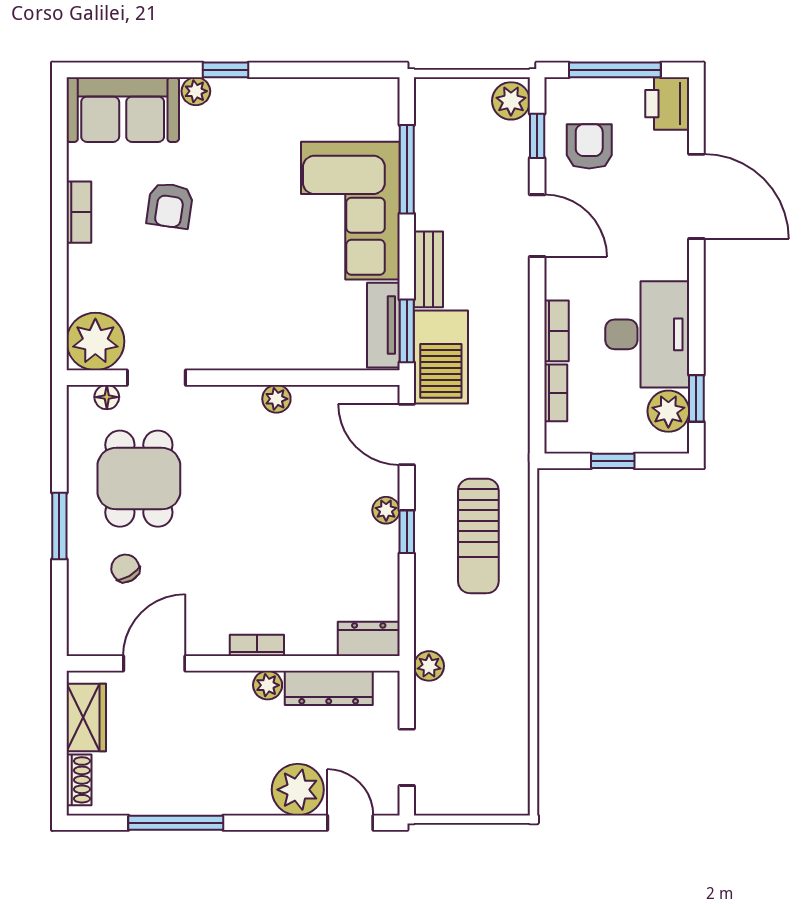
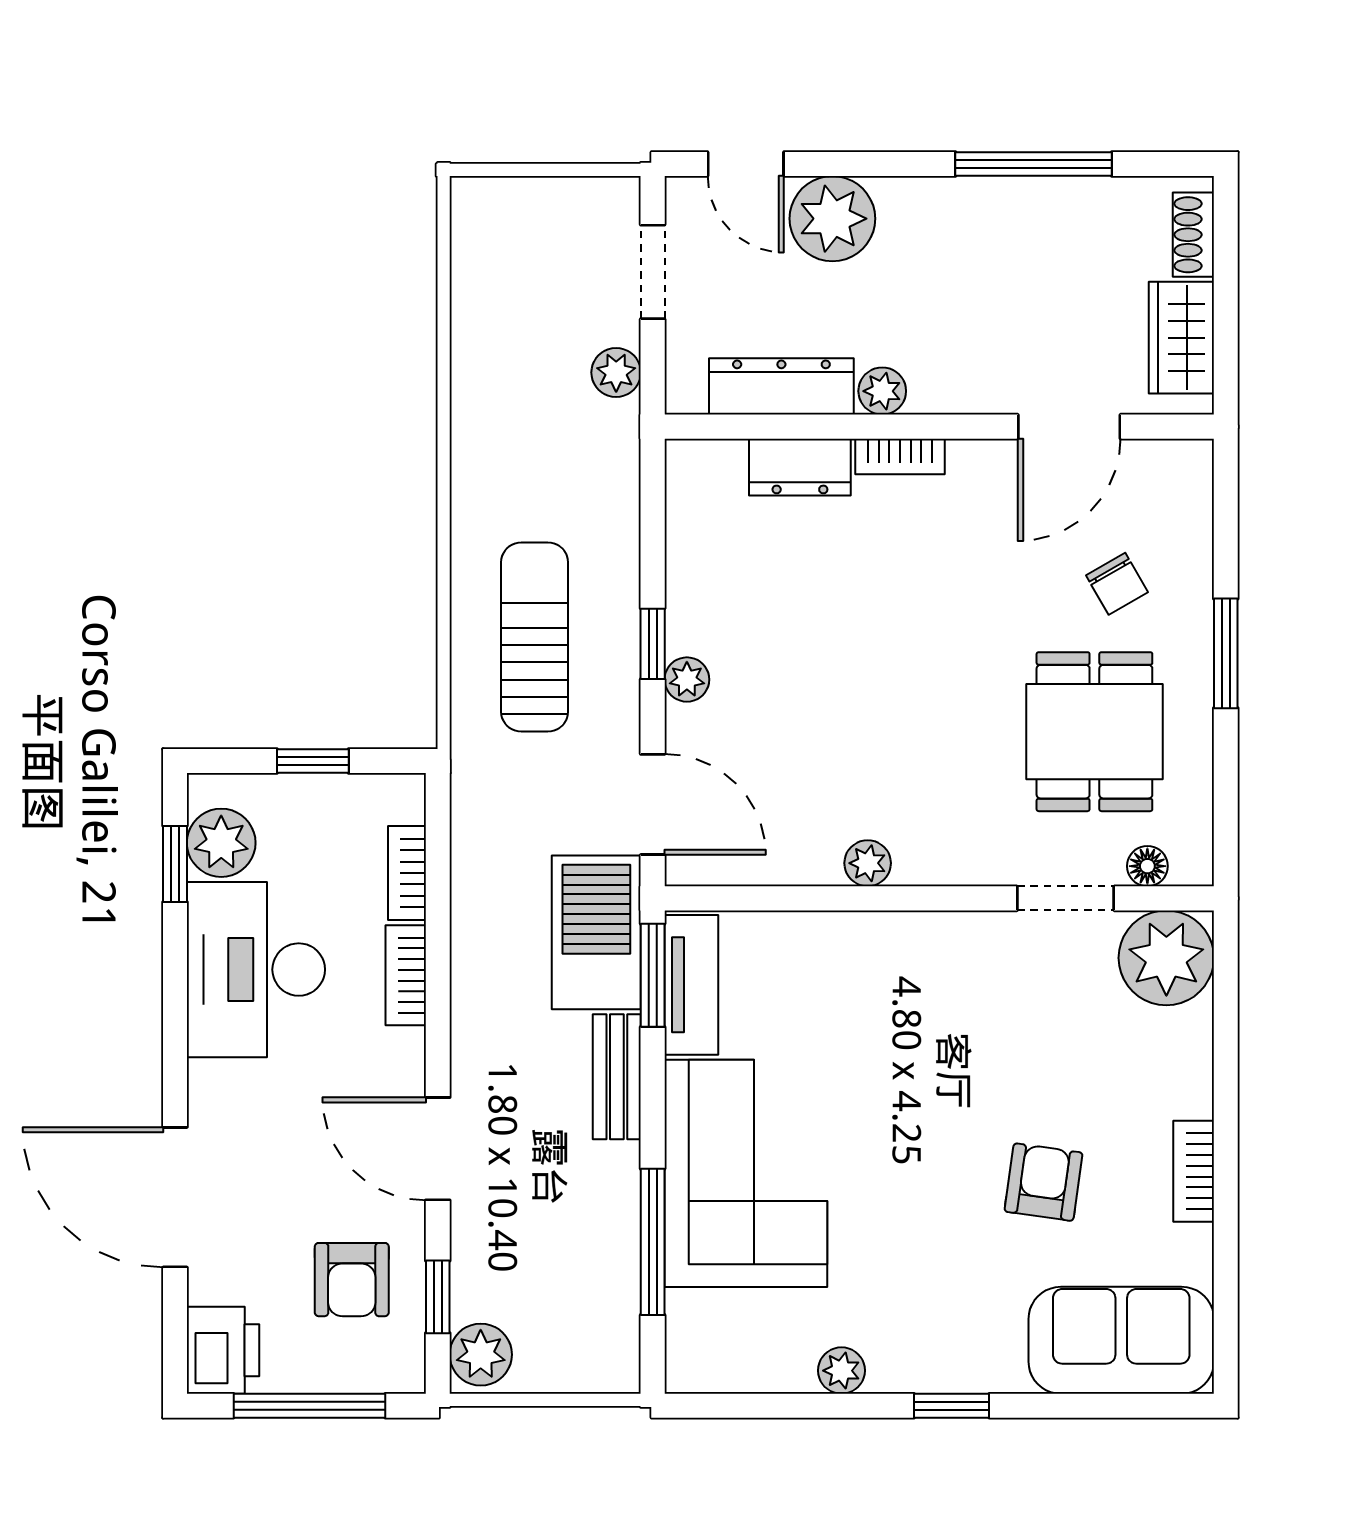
plant: (196, 91) -> (841, 1371), moved
dresser: (369, 639) -> (800, 467), moved
plant: (429, 666) -> (616, 372), moved

